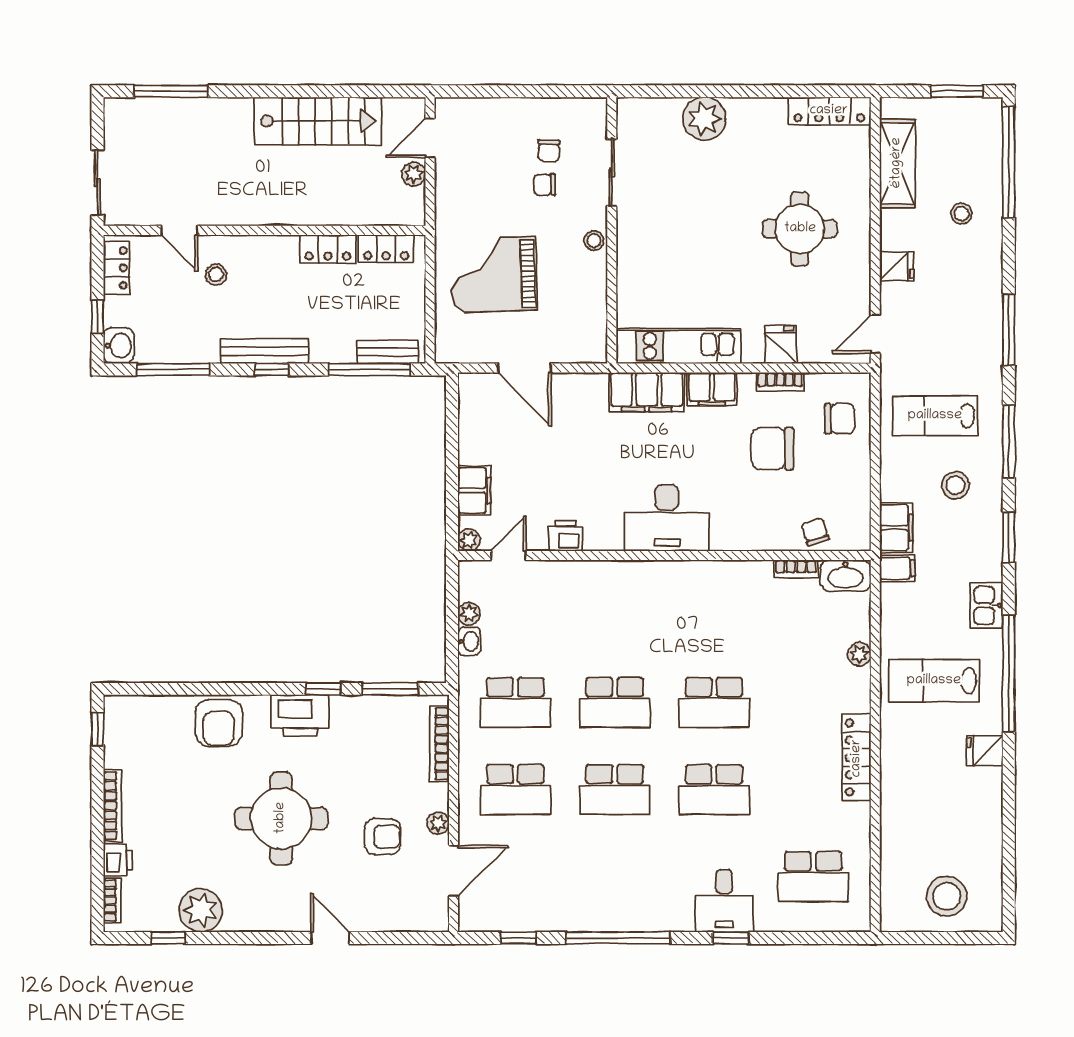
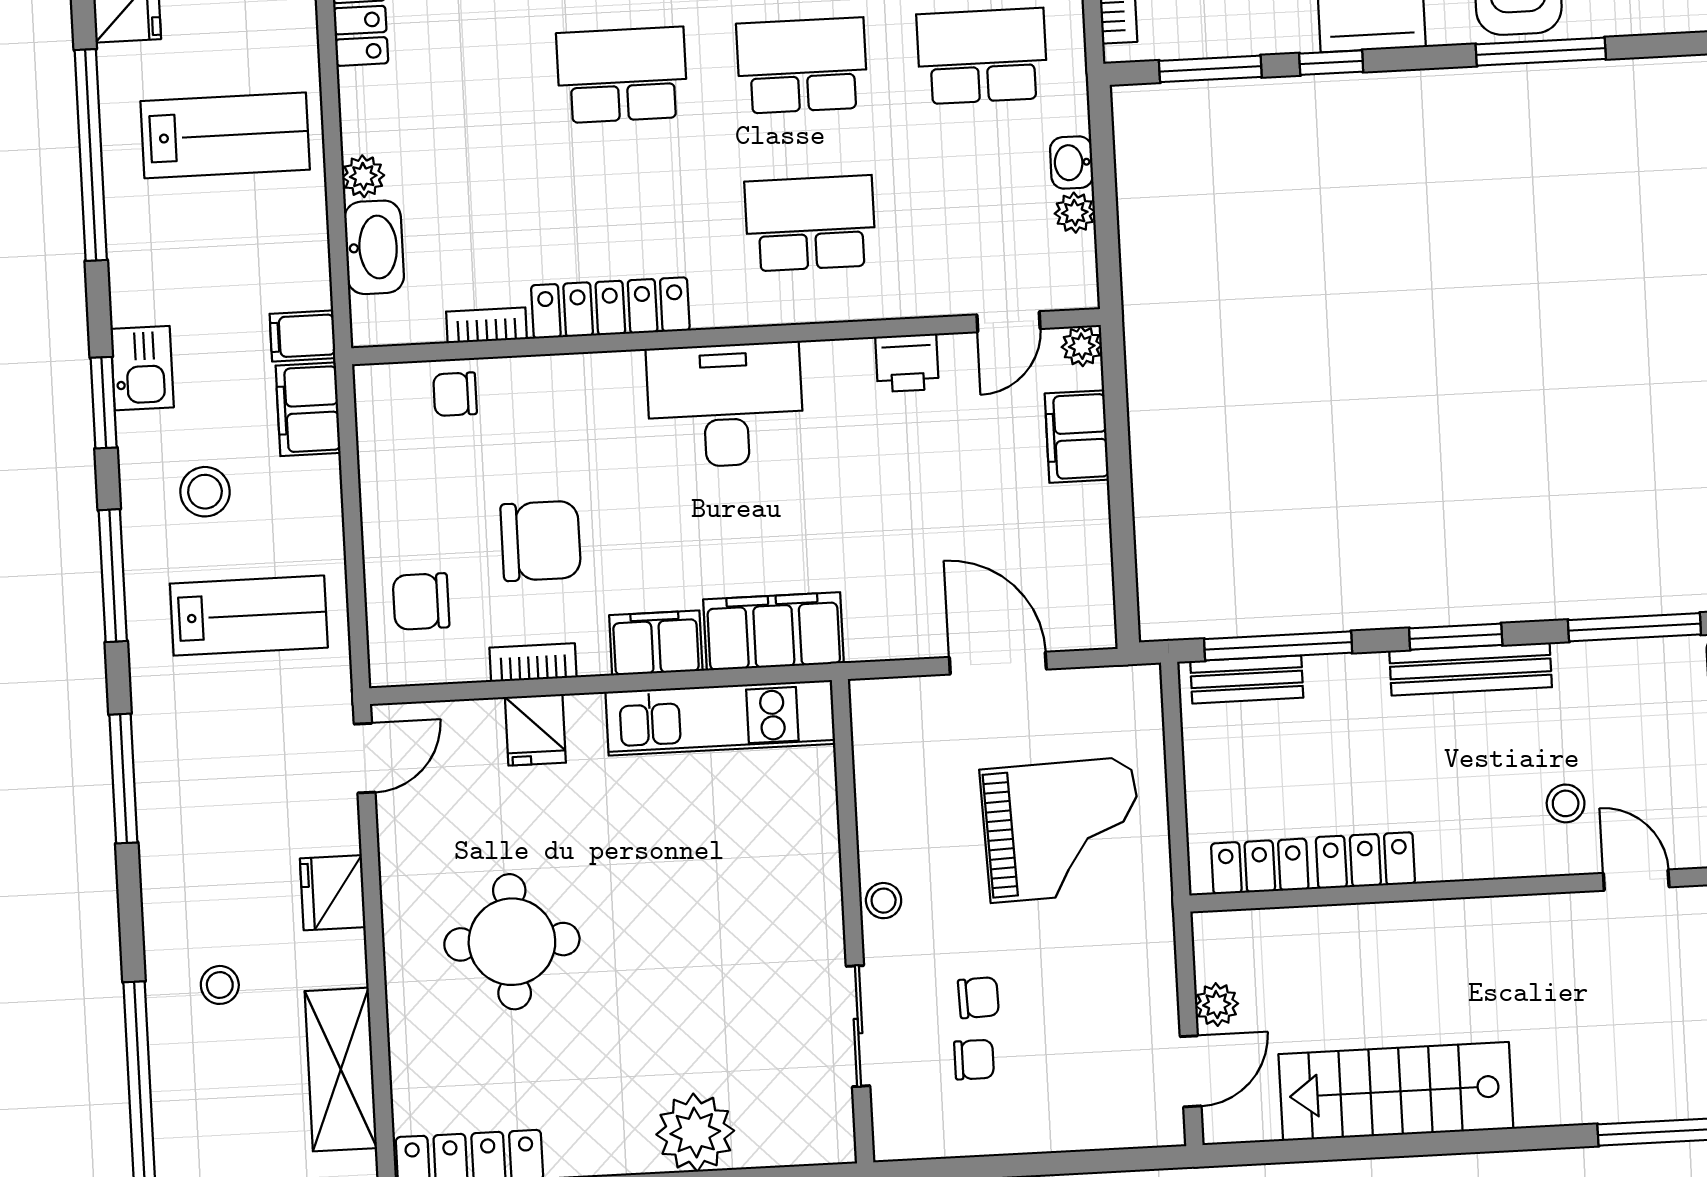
chair: (549, 151) -> (974, 1060), turned 89
fridge: (897, 266) -> (333, 893), width x1.38
window: (272, 370) -> (1456, 637), width x1.50
chair: (815, 532) -> (455, 394), turned 107
locker: (727, 575) -> (610, 308), added
washbasin: (845, 576) -> (374, 247), moved, turned 90
kitchen sink: (986, 605) -> (142, 368), moved
school desk: (615, 615) -> (810, 223), added
window: (208, 689) -> (1541, 52), added

